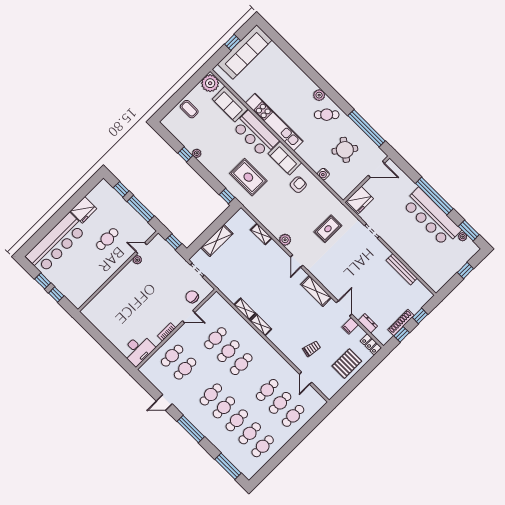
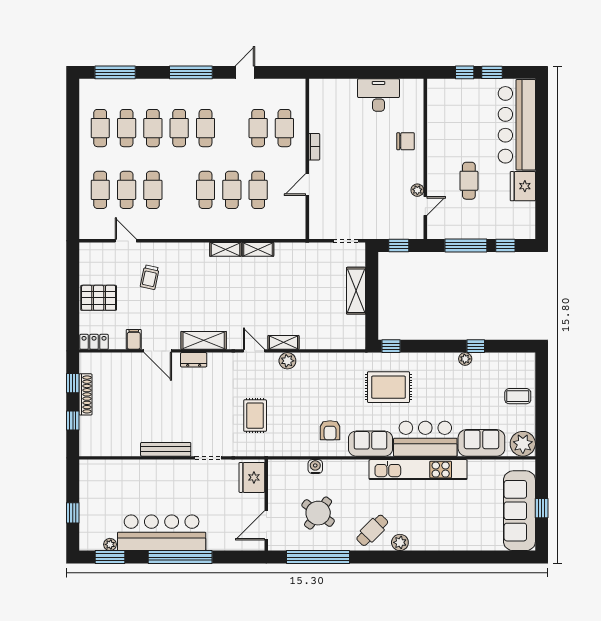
shelving: (261, 234) -> (283, 342), moved
bench: (402, 269) -> (166, 449), moved
chair: (192, 297) -> (405, 141), moved
dresser: (368, 323) -> (194, 360), moved
desk: (138, 350) -> (379, 95), moved, turned 90
pallet: (347, 364) -> (99, 298), turned 90

